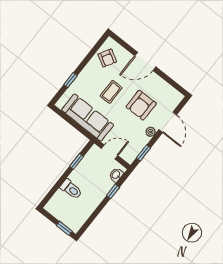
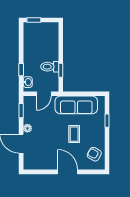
door: (145, 61) -> (68, 172), hinge flipped
armchair: (141, 105) -> (48, 141), removed
toilet: (71, 189) -> (50, 67), moved

